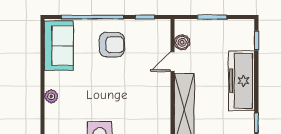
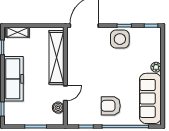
sofa: (59, 46) -> (150, 98), width x1.36

